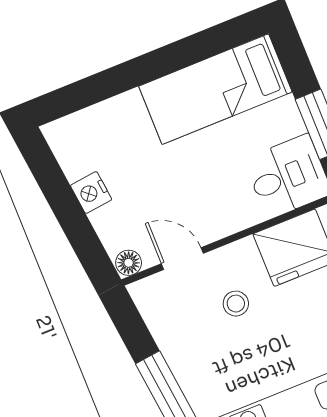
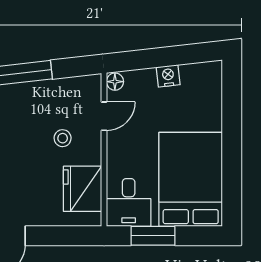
bed: (215, 89) -> (191, 179), width x1.50

